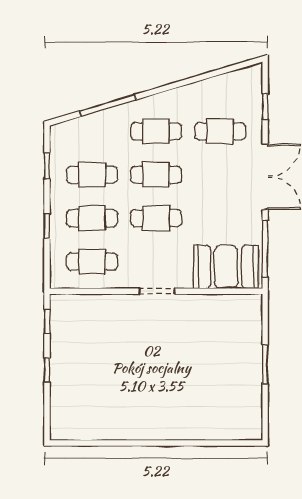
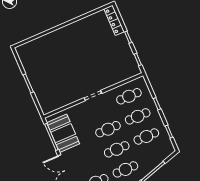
booth: (226, 267) -> (63, 133), moved, turned 90
locker: (59, 411) -> (114, 20), added

